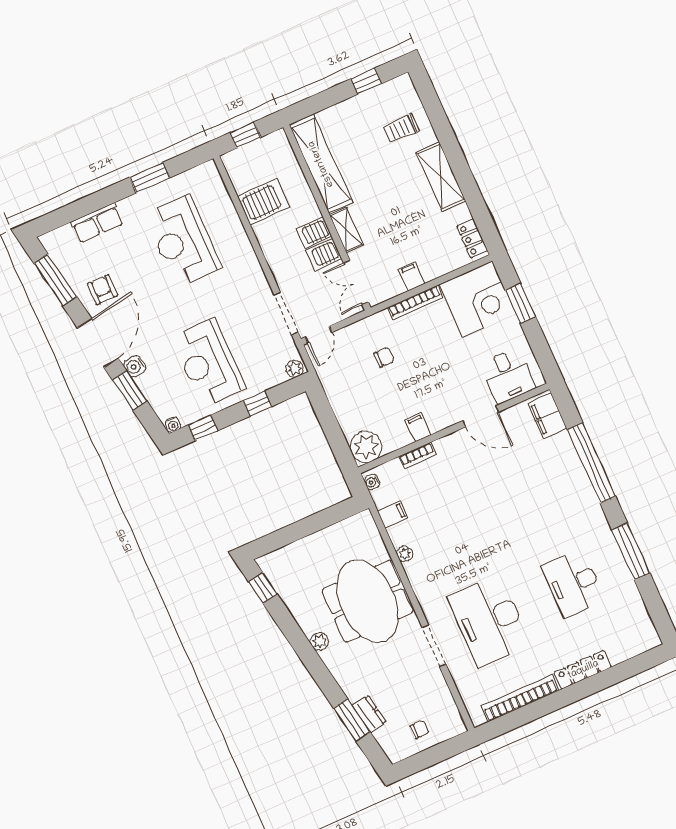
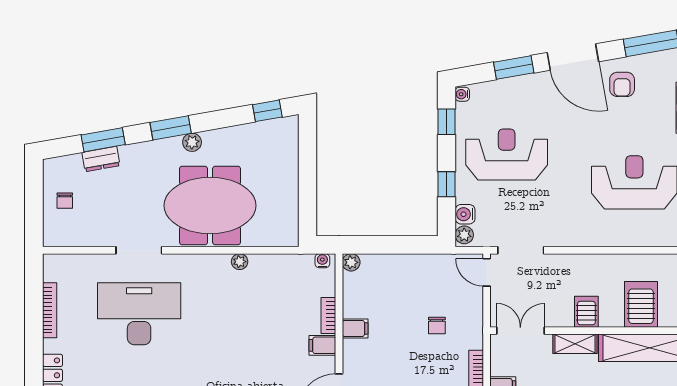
server rack: (264, 202) -> (641, 304), moved, turned 180
server rack: (324, 254) -> (561, 312), removed
armchair: (102, 290) -> (622, 84), turned 90
water cooler: (135, 366) -> (465, 214), moved, turned -80
plant: (366, 447) -> (351, 262), width x0.53, depth x0.53
filing cabinet: (393, 514) -> (322, 345), moved, turned 90
window: (315, 666) -> (171, 128), added
bookcase: (520, 698) -> (50, 310), width x0.68, depth x0.76

